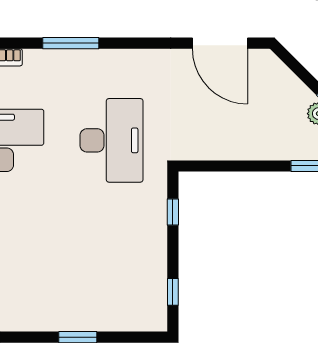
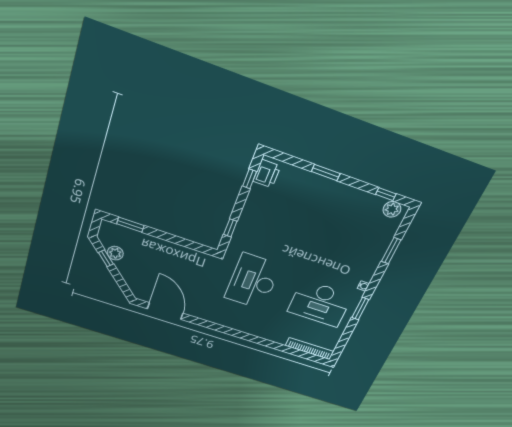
window: (71, 43) -> (255, 339), removed
printer: (153, 307) -> (267, 174), added

